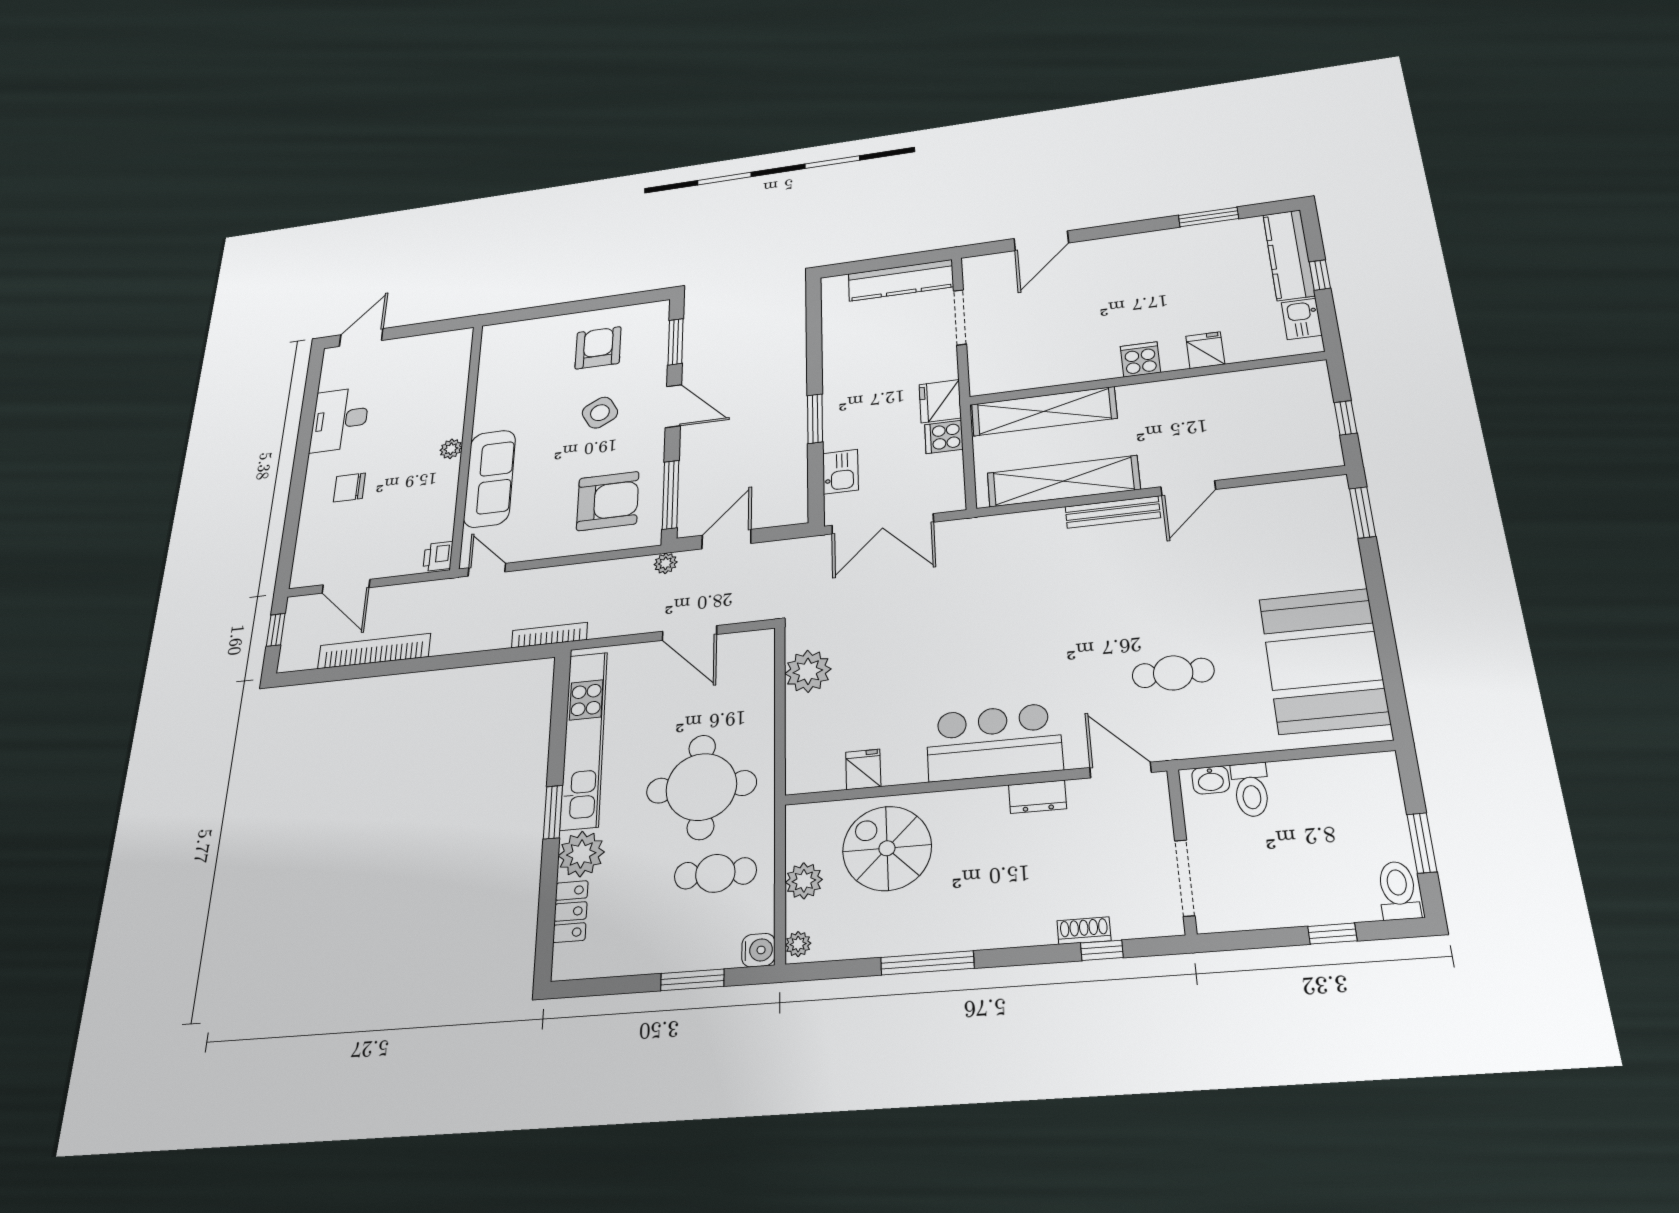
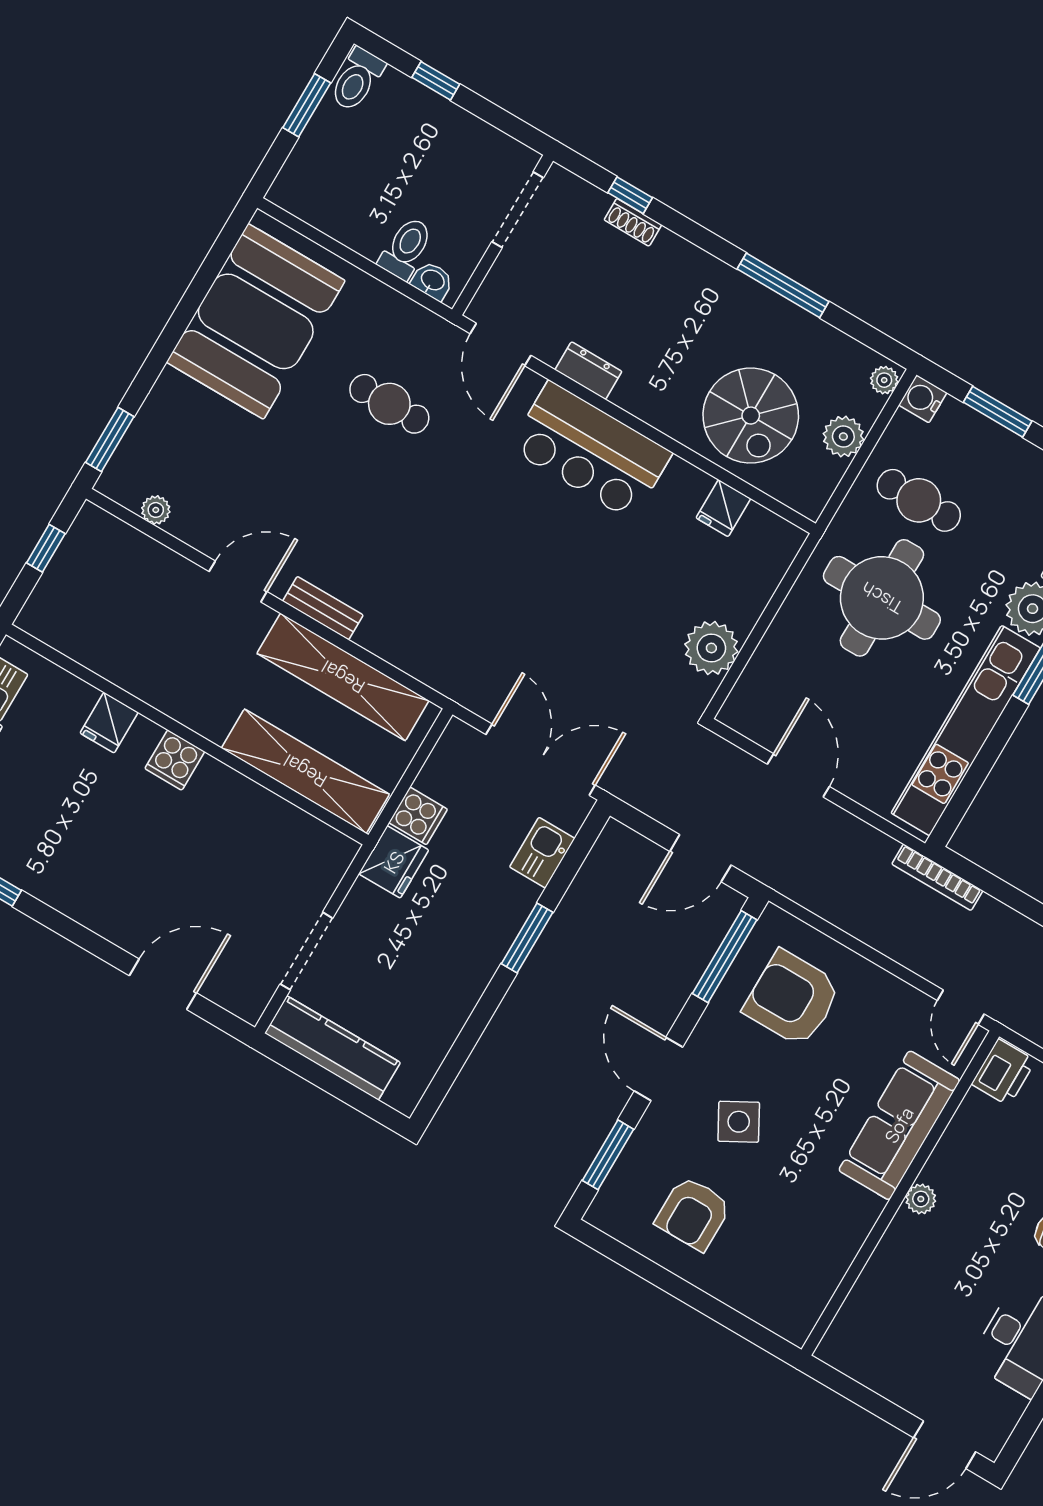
bench: (1113, 512) -> (323, 608), width x0.73
printer: (438, 556) -> (1004, 1072), width x1.36, depth x1.24
plant: (666, 563) -> (156, 510), moved

